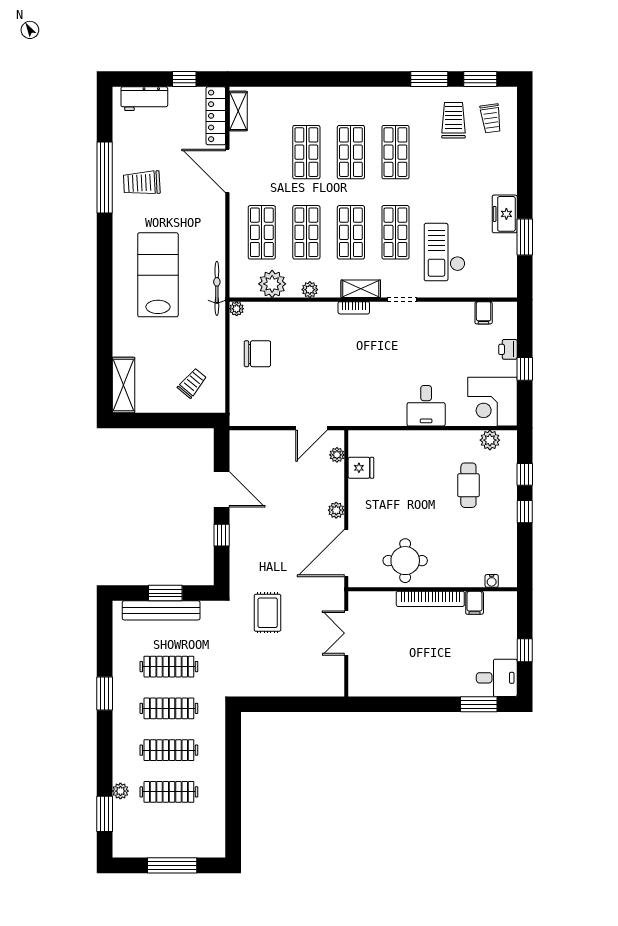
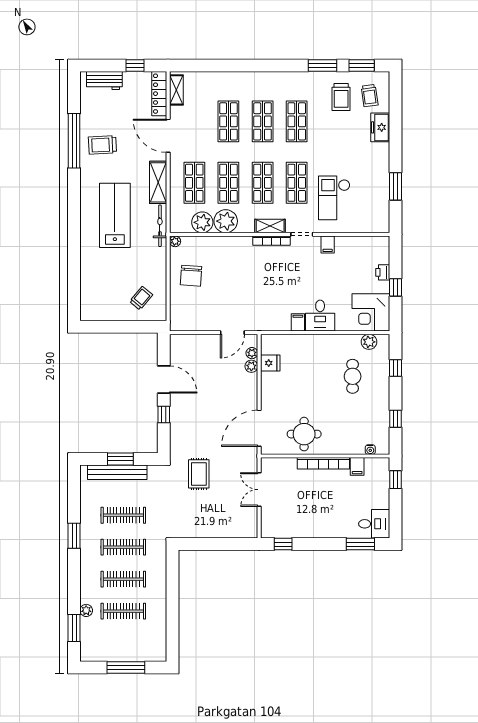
trolley: (454, 120) -> (341, 97), turned 180
freezer: (505, 214) -> (380, 127), moved
plant: (310, 290) -> (226, 221), width x1.87, depth x1.87
bookcase: (354, 308) -> (272, 241), width x1.56
filing cabinet: (484, 313) -> (328, 244), moved
chair: (257, 354) -> (191, 276), turned 94
shelving: (123, 385) -> (158, 182), moved
filing cabinet: (397, 415) -> (298, 322), added
plant: (336, 510) -> (251, 366), moved
window: (525, 512) -> (396, 419), moved
window: (525, 650) -> (396, 480), moved
window: (378, 704) -> (283, 544), added

